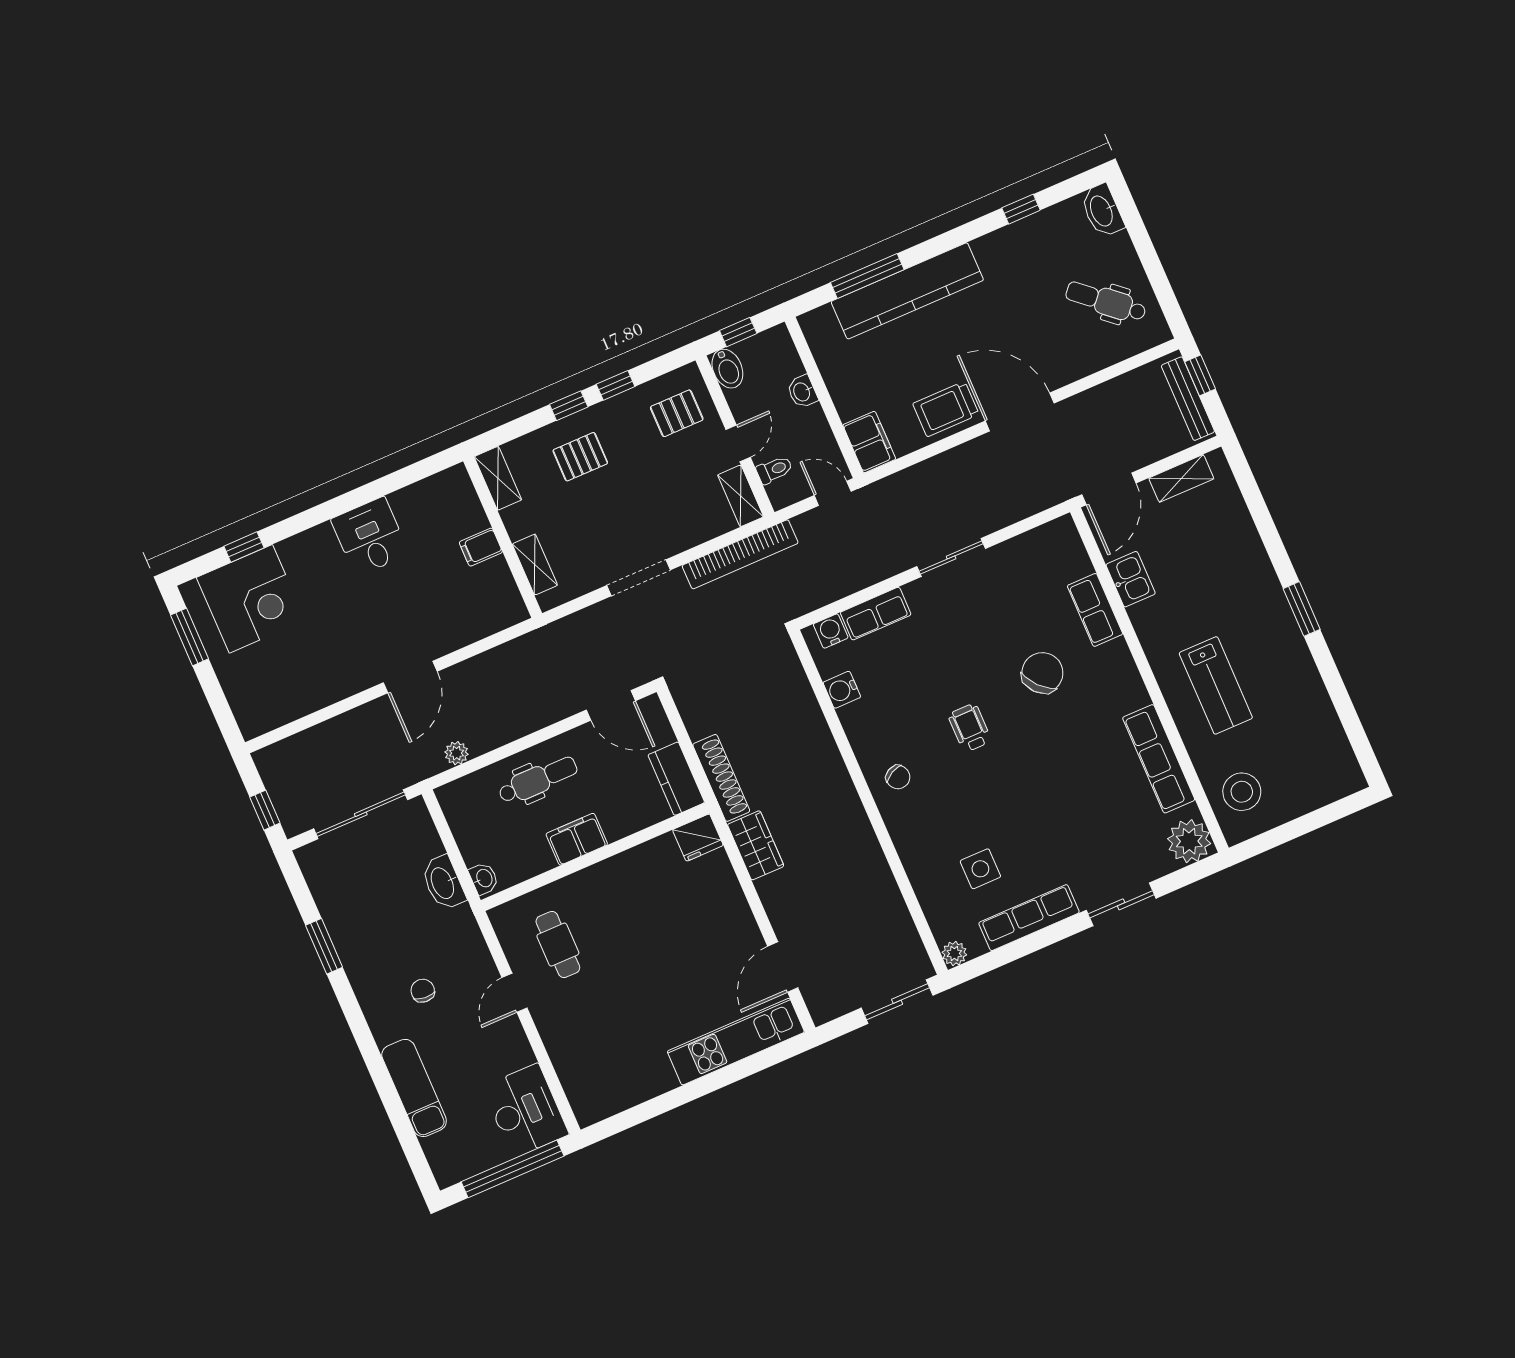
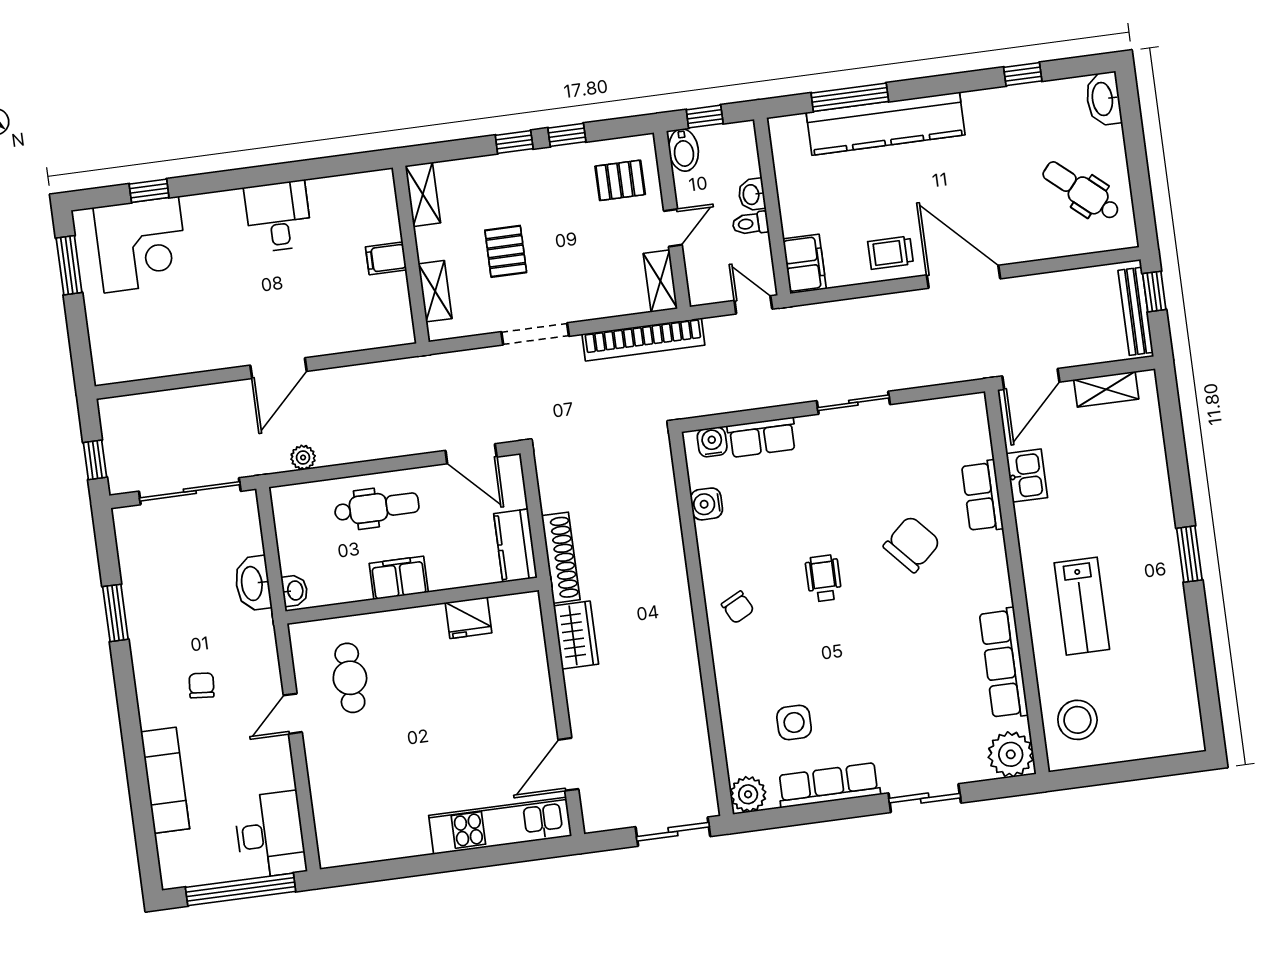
trolley: (946, 409) -> (891, 253), width x0.73, depth x0.72
pallet: (580, 457) -> (506, 251), moved, turned 90
toilet: (774, 470) -> (750, 223), moved, turned 180
fridge: (698, 838) -> (468, 618), moved
plant: (954, 954) -> (748, 794), width x1.38, depth x1.38

